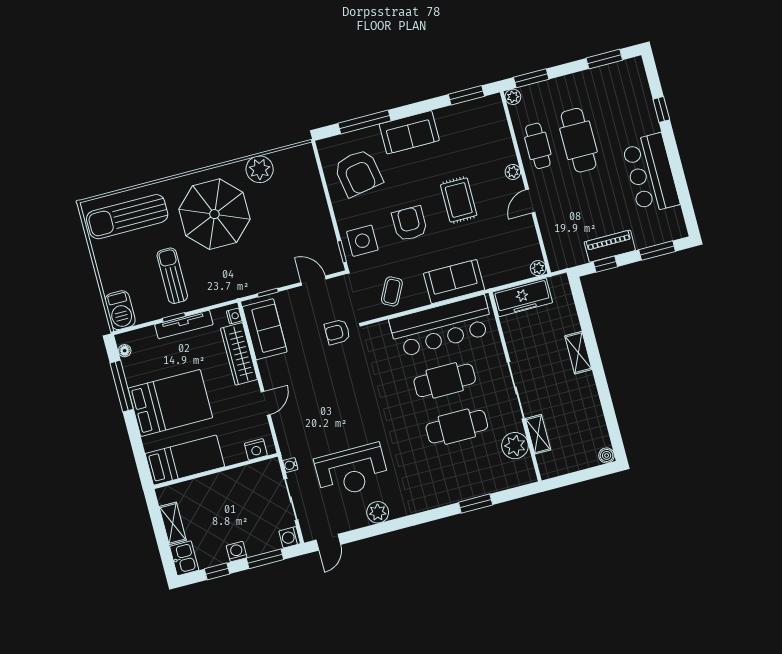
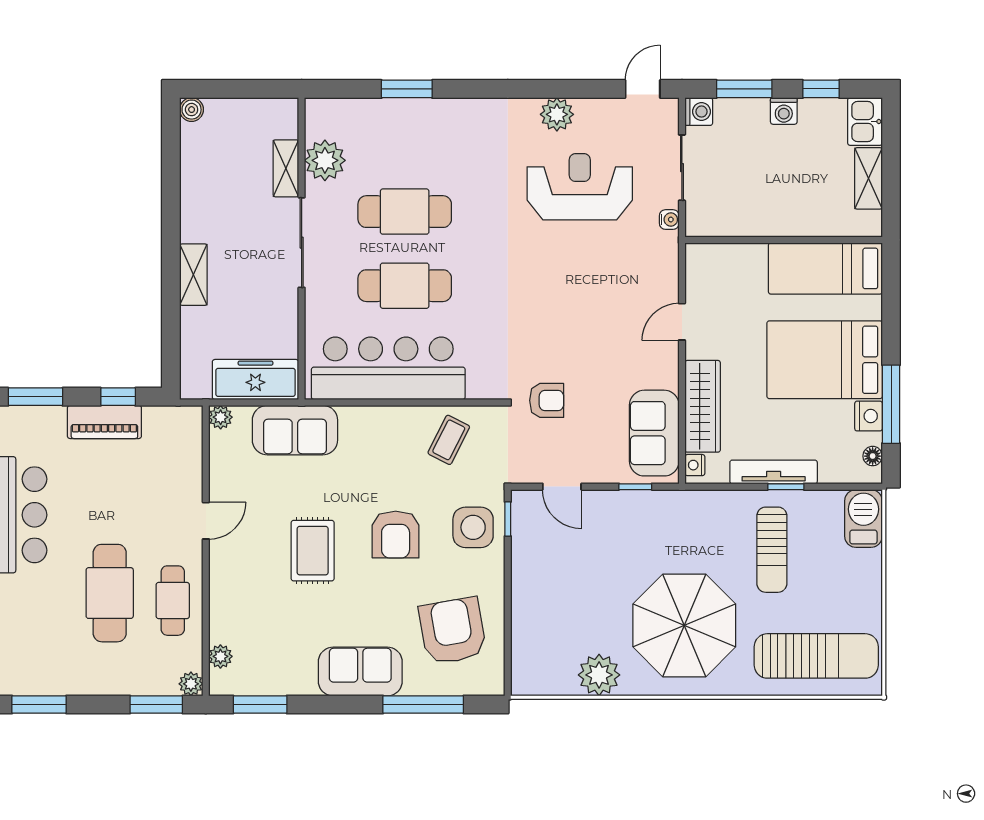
plant: (513, 172) -> (220, 656), moved
sofa: (454, 282) -> (295, 430), moved
nightstand: (256, 449) -> (869, 416), moved, turned 90

